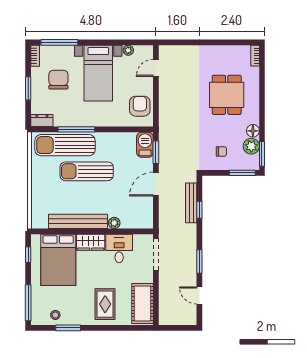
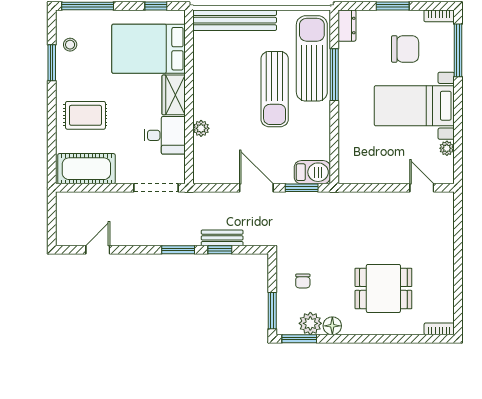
armchair: (140, 106) -> (367, 165), removed
sun lounger: (87, 171) -> (275, 89), turned 180
bench: (191, 203) -> (222, 238), width x0.73
bench: (78, 221) -> (235, 20), moved, turned 90
window: (199, 262) -> (178, 250), moved

